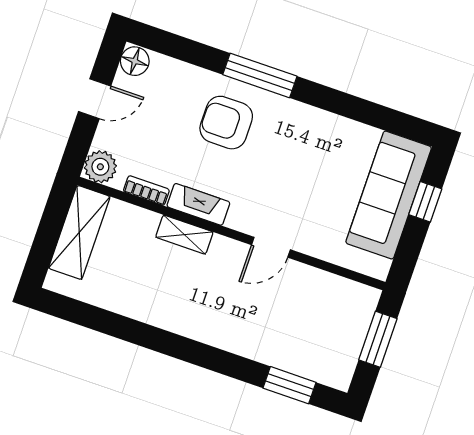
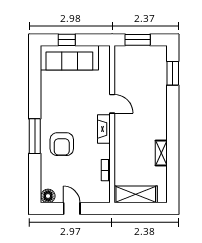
plant: (100, 167) -> (102, 195), removed
fireplace: (198, 204) -> (104, 129), moved
shelving: (184, 235) -> (161, 153), moved

